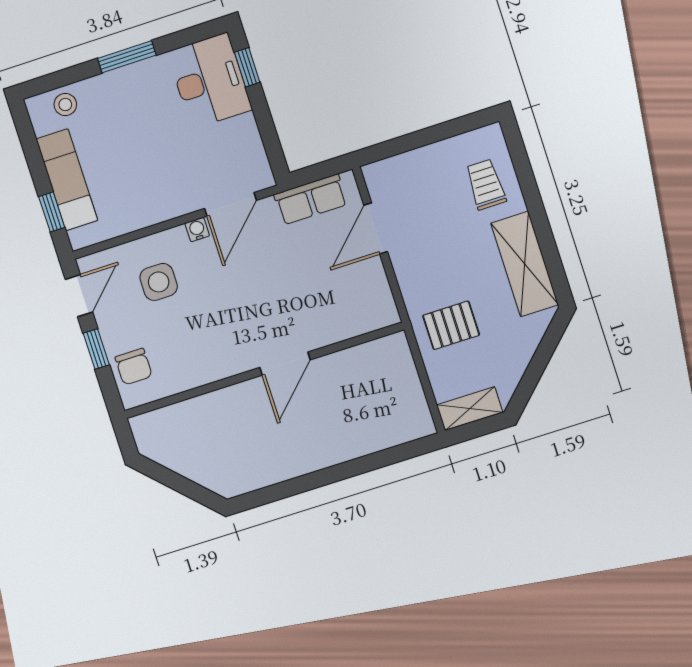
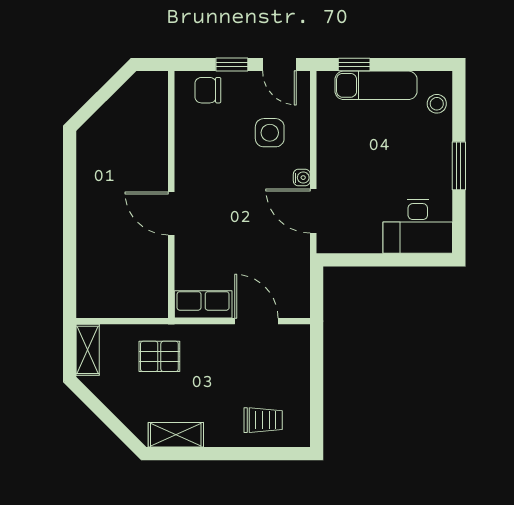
window: (247, 67) -> (419, 260), removed
row of seats: (311, 199) -> (203, 304), moved, turned 90
shelving: (525, 264) -> (176, 435), width x0.67, depth x0.75
pallet: (451, 325) -> (159, 356), turned 90

